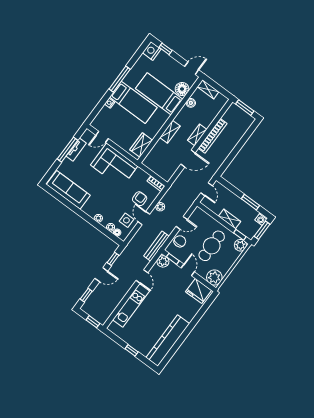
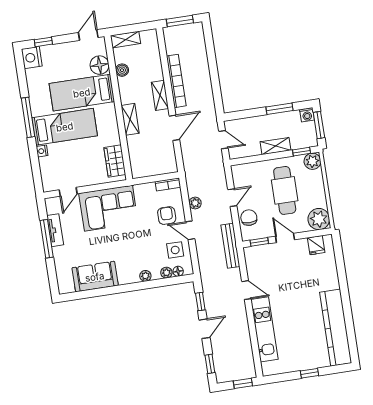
sofa: (68, 190) -> (95, 277), width x0.73
plant: (163, 261) -> (252, 254), removed
fridge: (199, 291) -> (316, 245), width x0.53, depth x0.75

